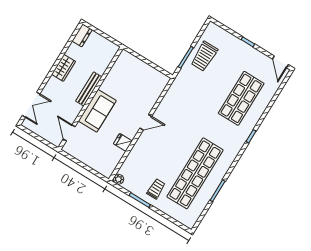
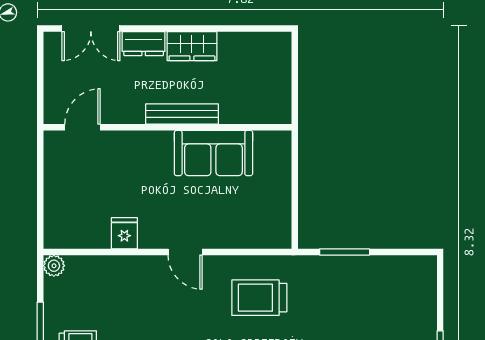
dresser: (82, 35) -> (144, 44), moved
trolley: (204, 56) -> (259, 298), moved
sofa: (97, 111) -> (213, 153), moved

